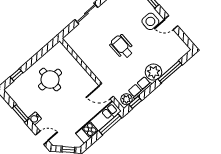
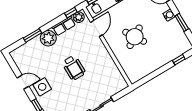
window: (170, 72) -> (33, 35), width x0.69
round table: (50, 80) -> (135, 37), moved, turned -32
door: (106, 91) -> (97, 29), hinge flipped

